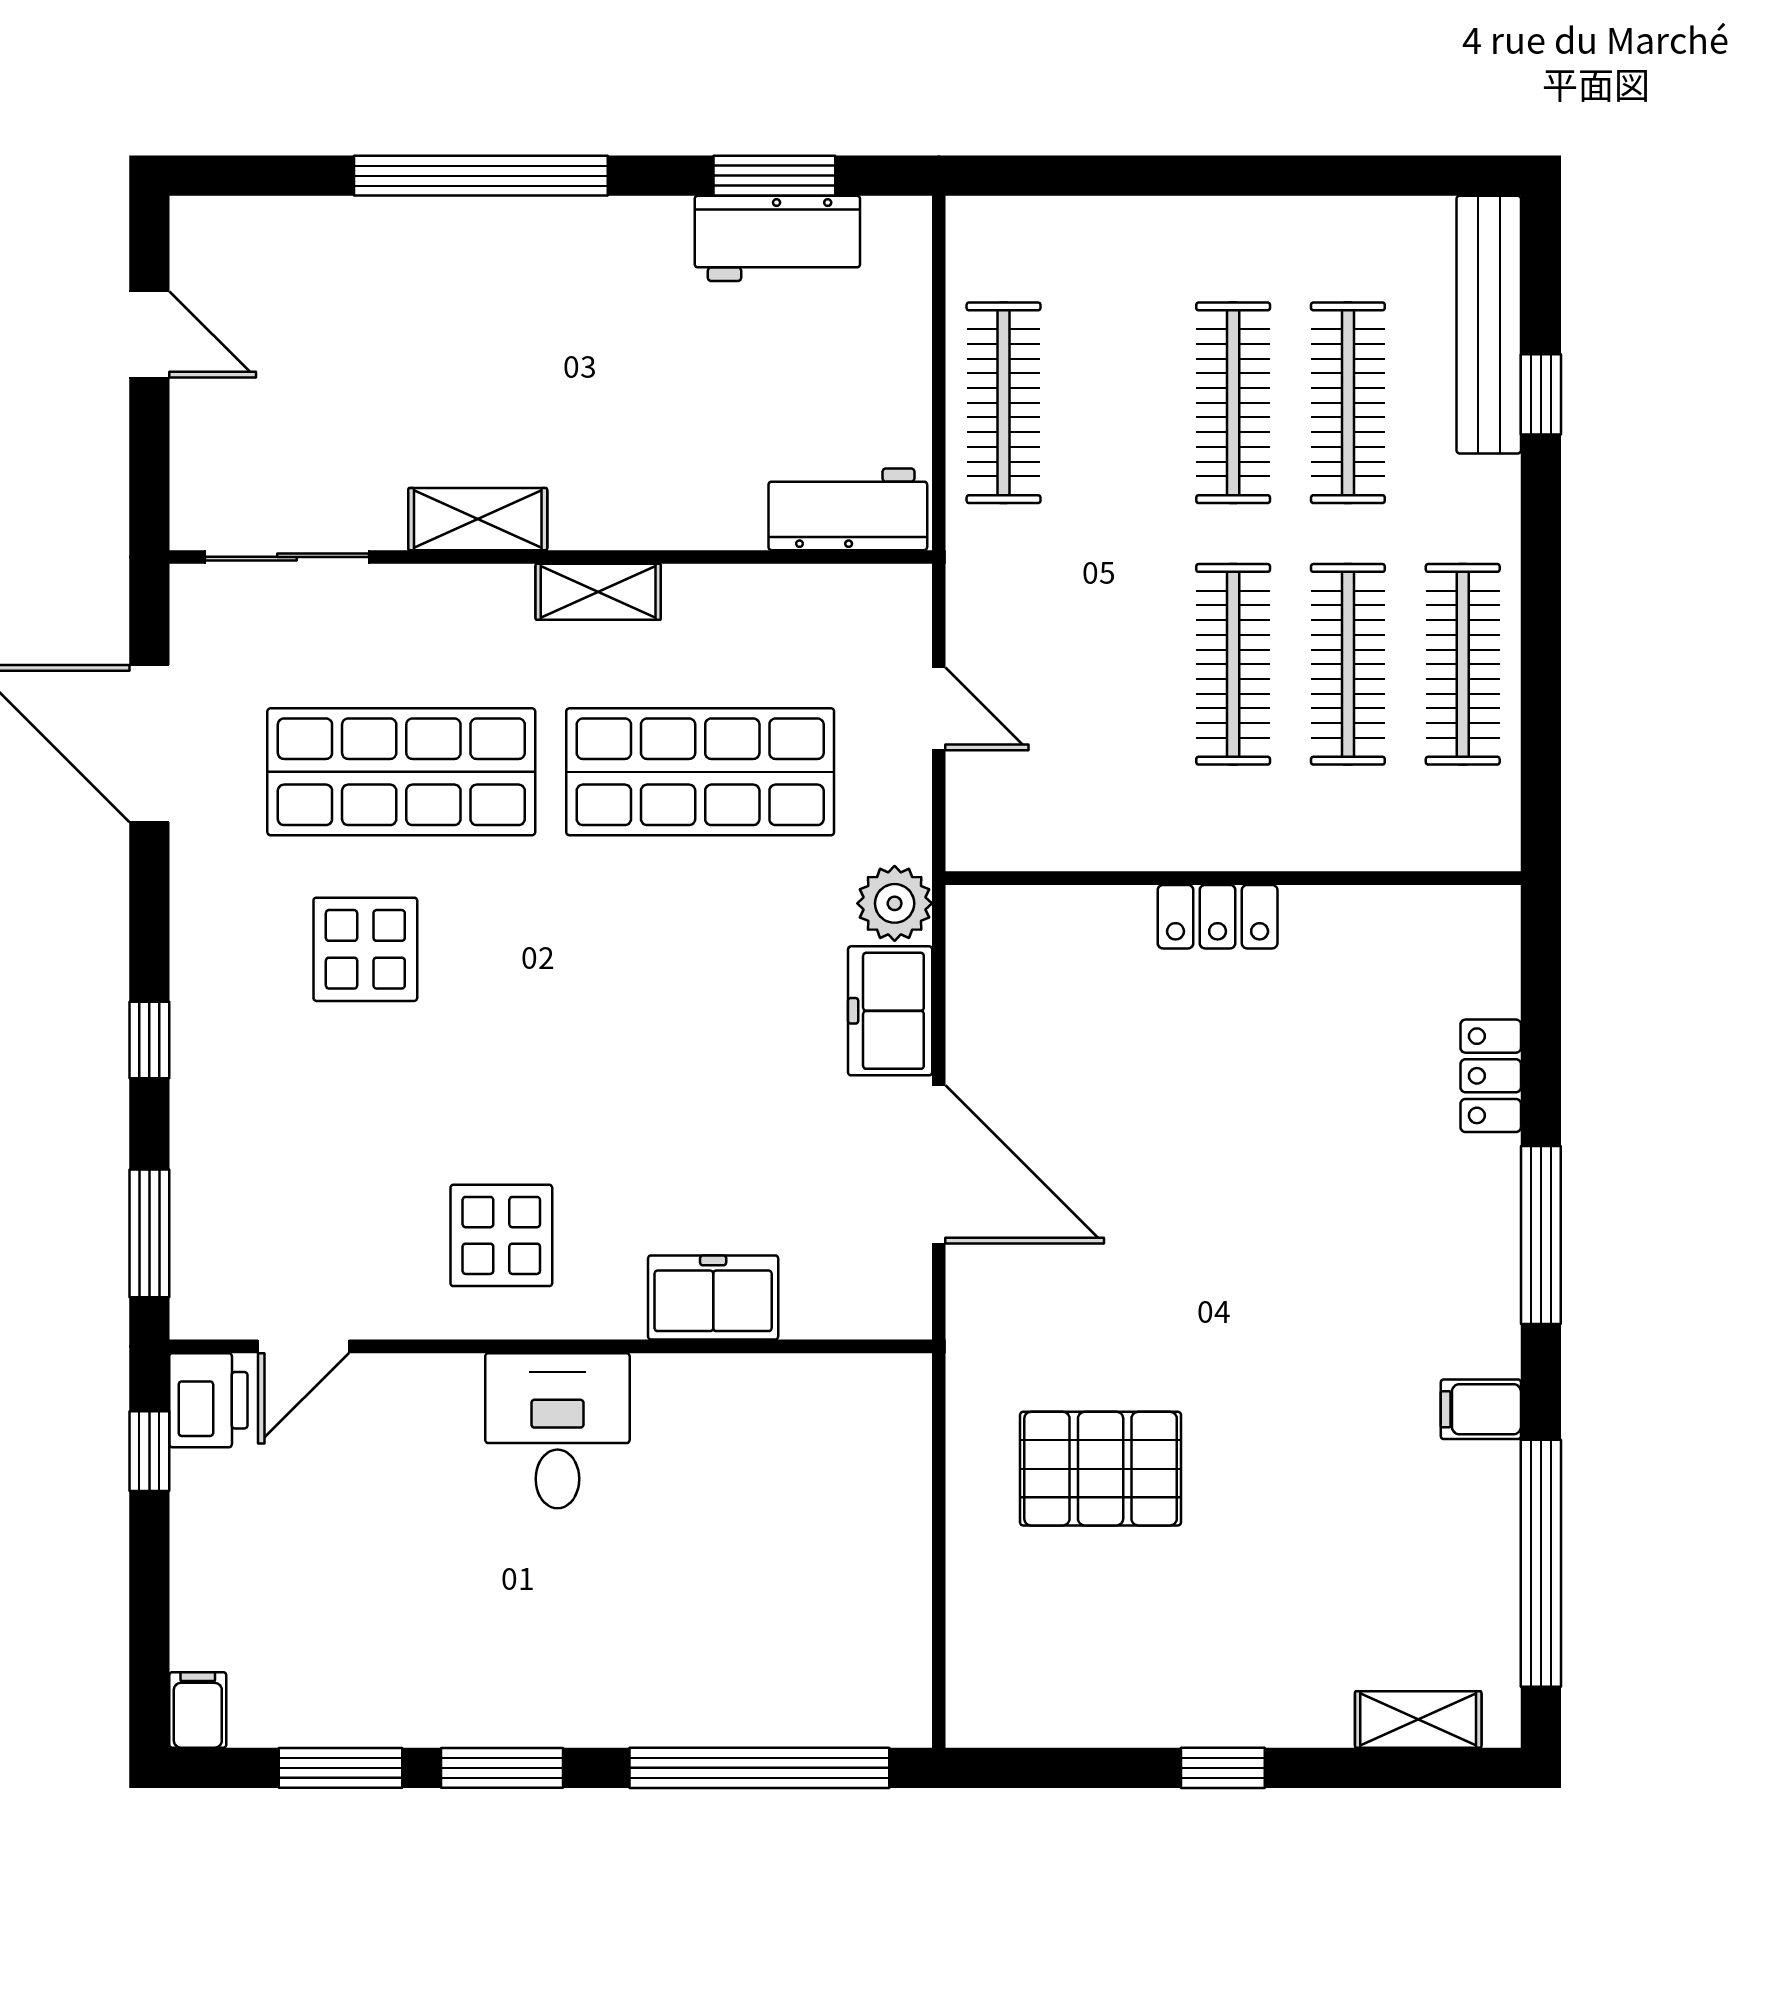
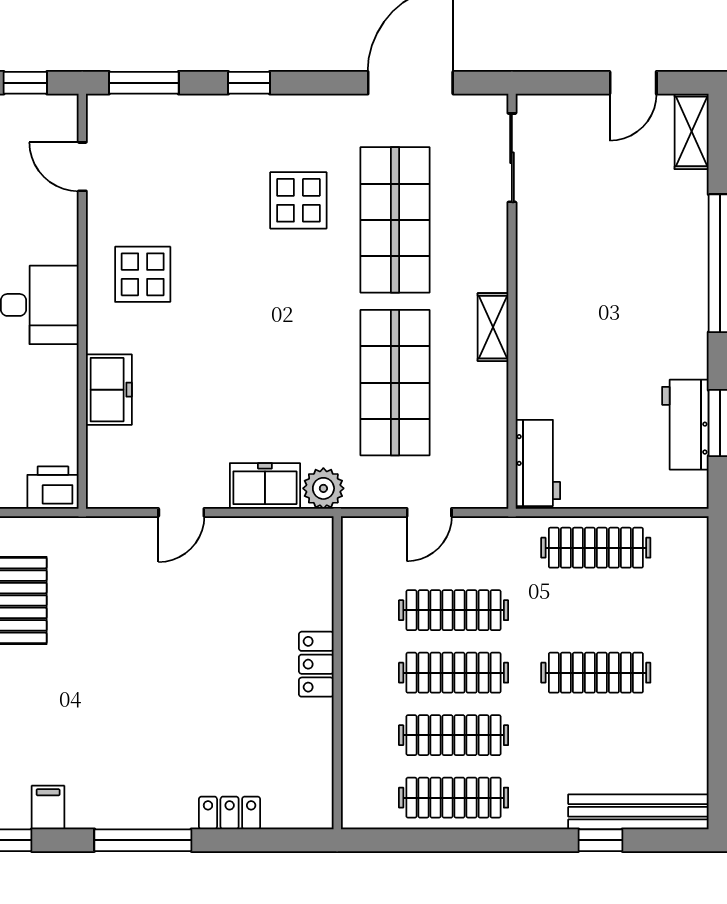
clothes rail: (1348, 403) -> (454, 610), moved
shelving: (478, 519) -> (692, 131), moved
door: (939, 1164) -> (181, 512), width x0.53
printer: (208, 1400) -> (53, 488), moved, turned 180

